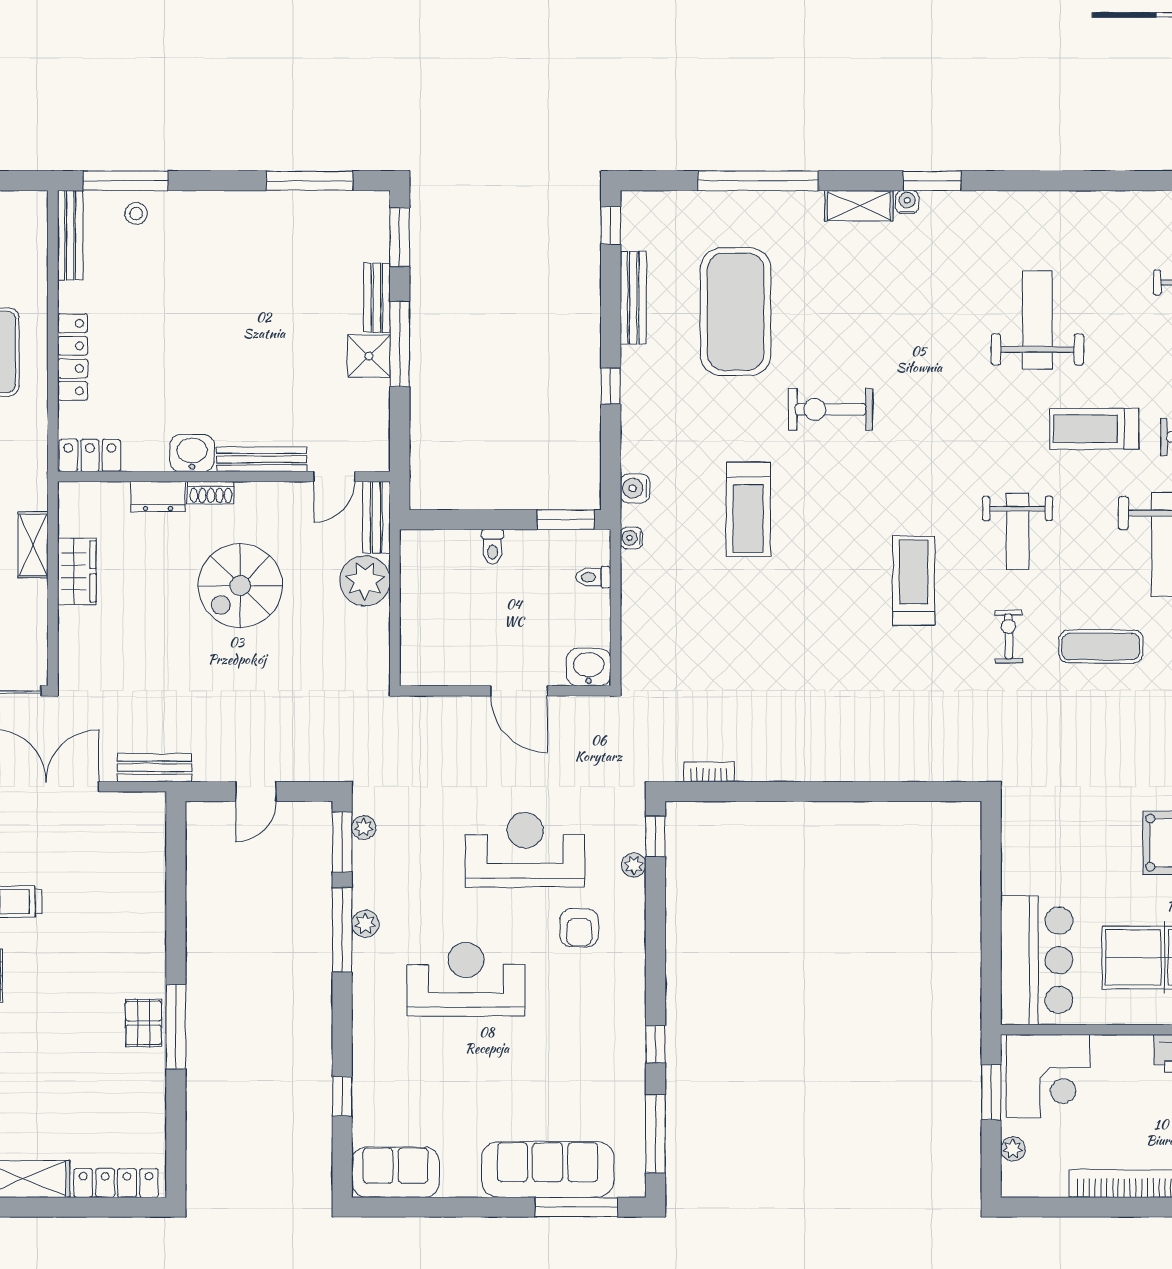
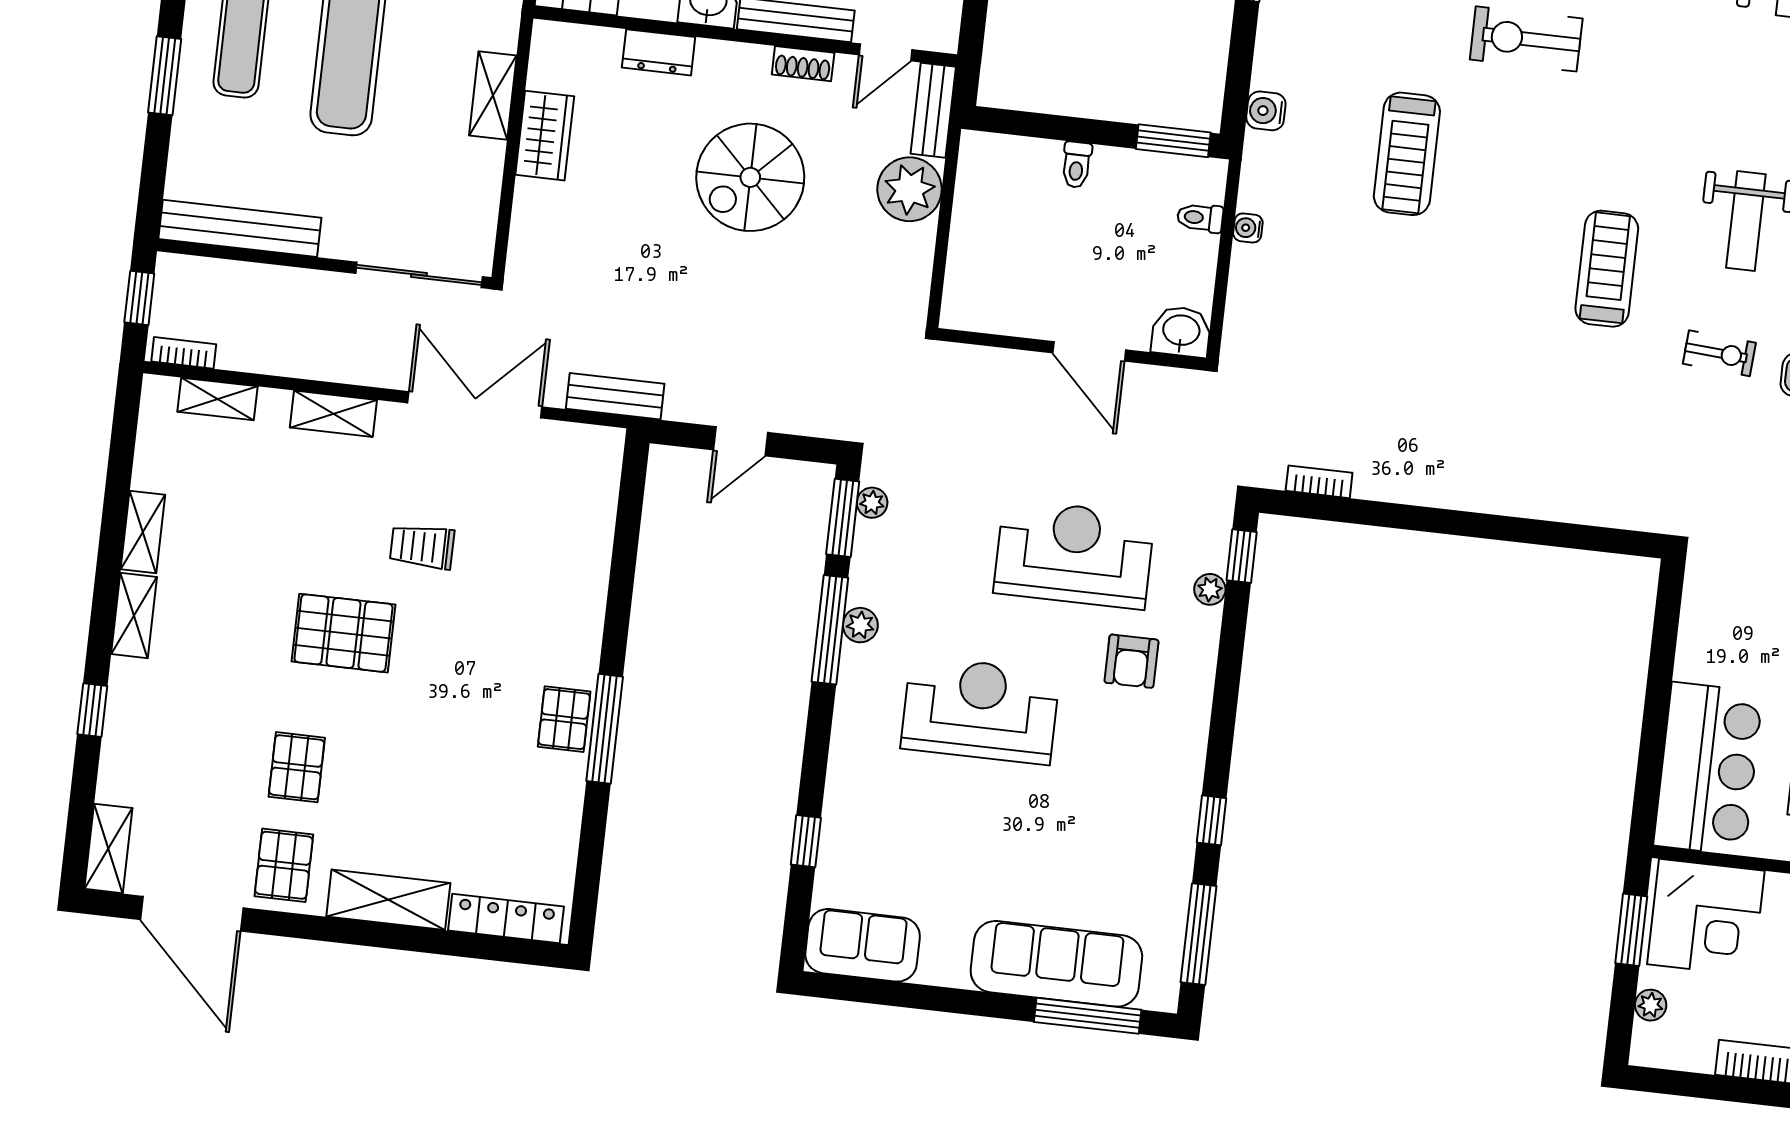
shoe rack: (211, 493) -> (803, 64), moved
water cooler: (631, 538) -> (1248, 228), moved
exercise bike: (1009, 637) -> (1719, 353), turned 95

